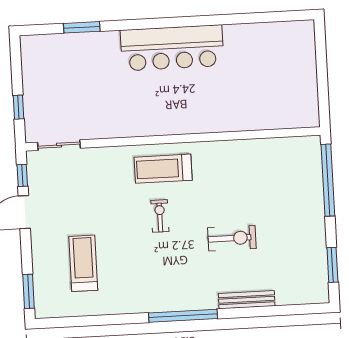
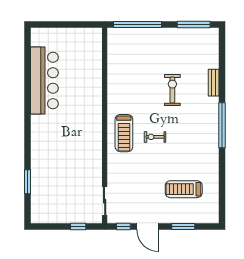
bar counter: (172, 48) -> (44, 80), moved
window: (332, 265) -> (194, 25), width x1.44
window: (29, 291) -> (183, 226), moved
bench: (247, 300) -> (214, 83), width x0.73

